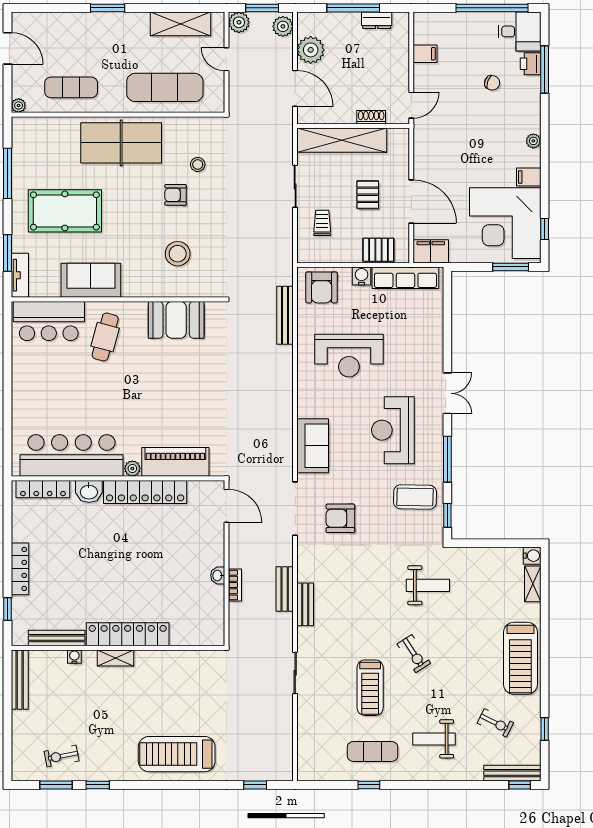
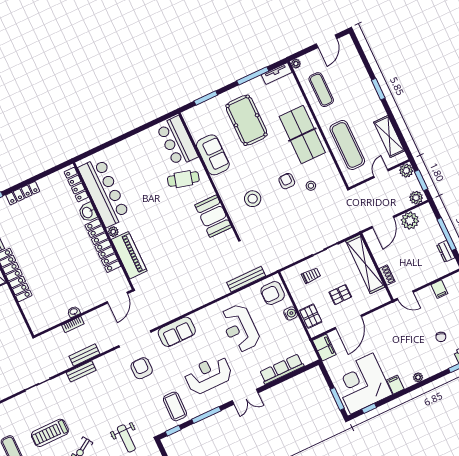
tv unit: (20, 275) -> (277, 74), moved
row of seats: (405, 278) -> (282, 369), moved, turned 90

